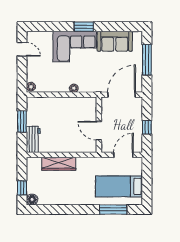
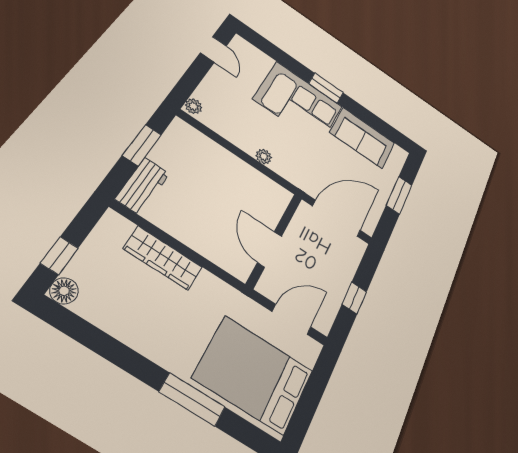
window: (147, 60) -> (399, 195), width x0.69
bed: (119, 186) -> (254, 374), width x1.50
window: (113, 209) -> (192, 399), moved

